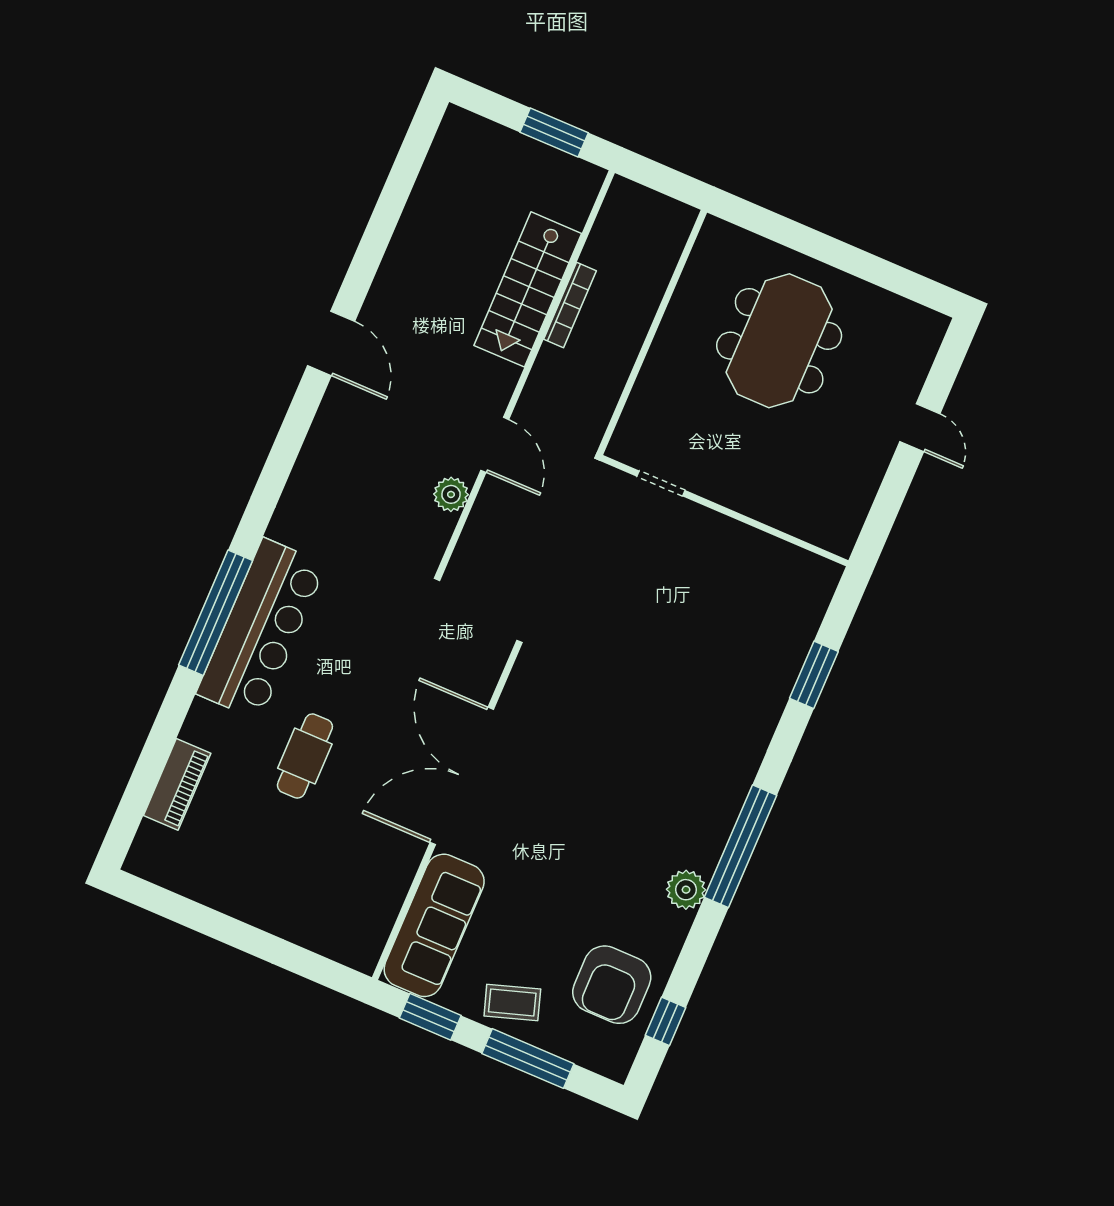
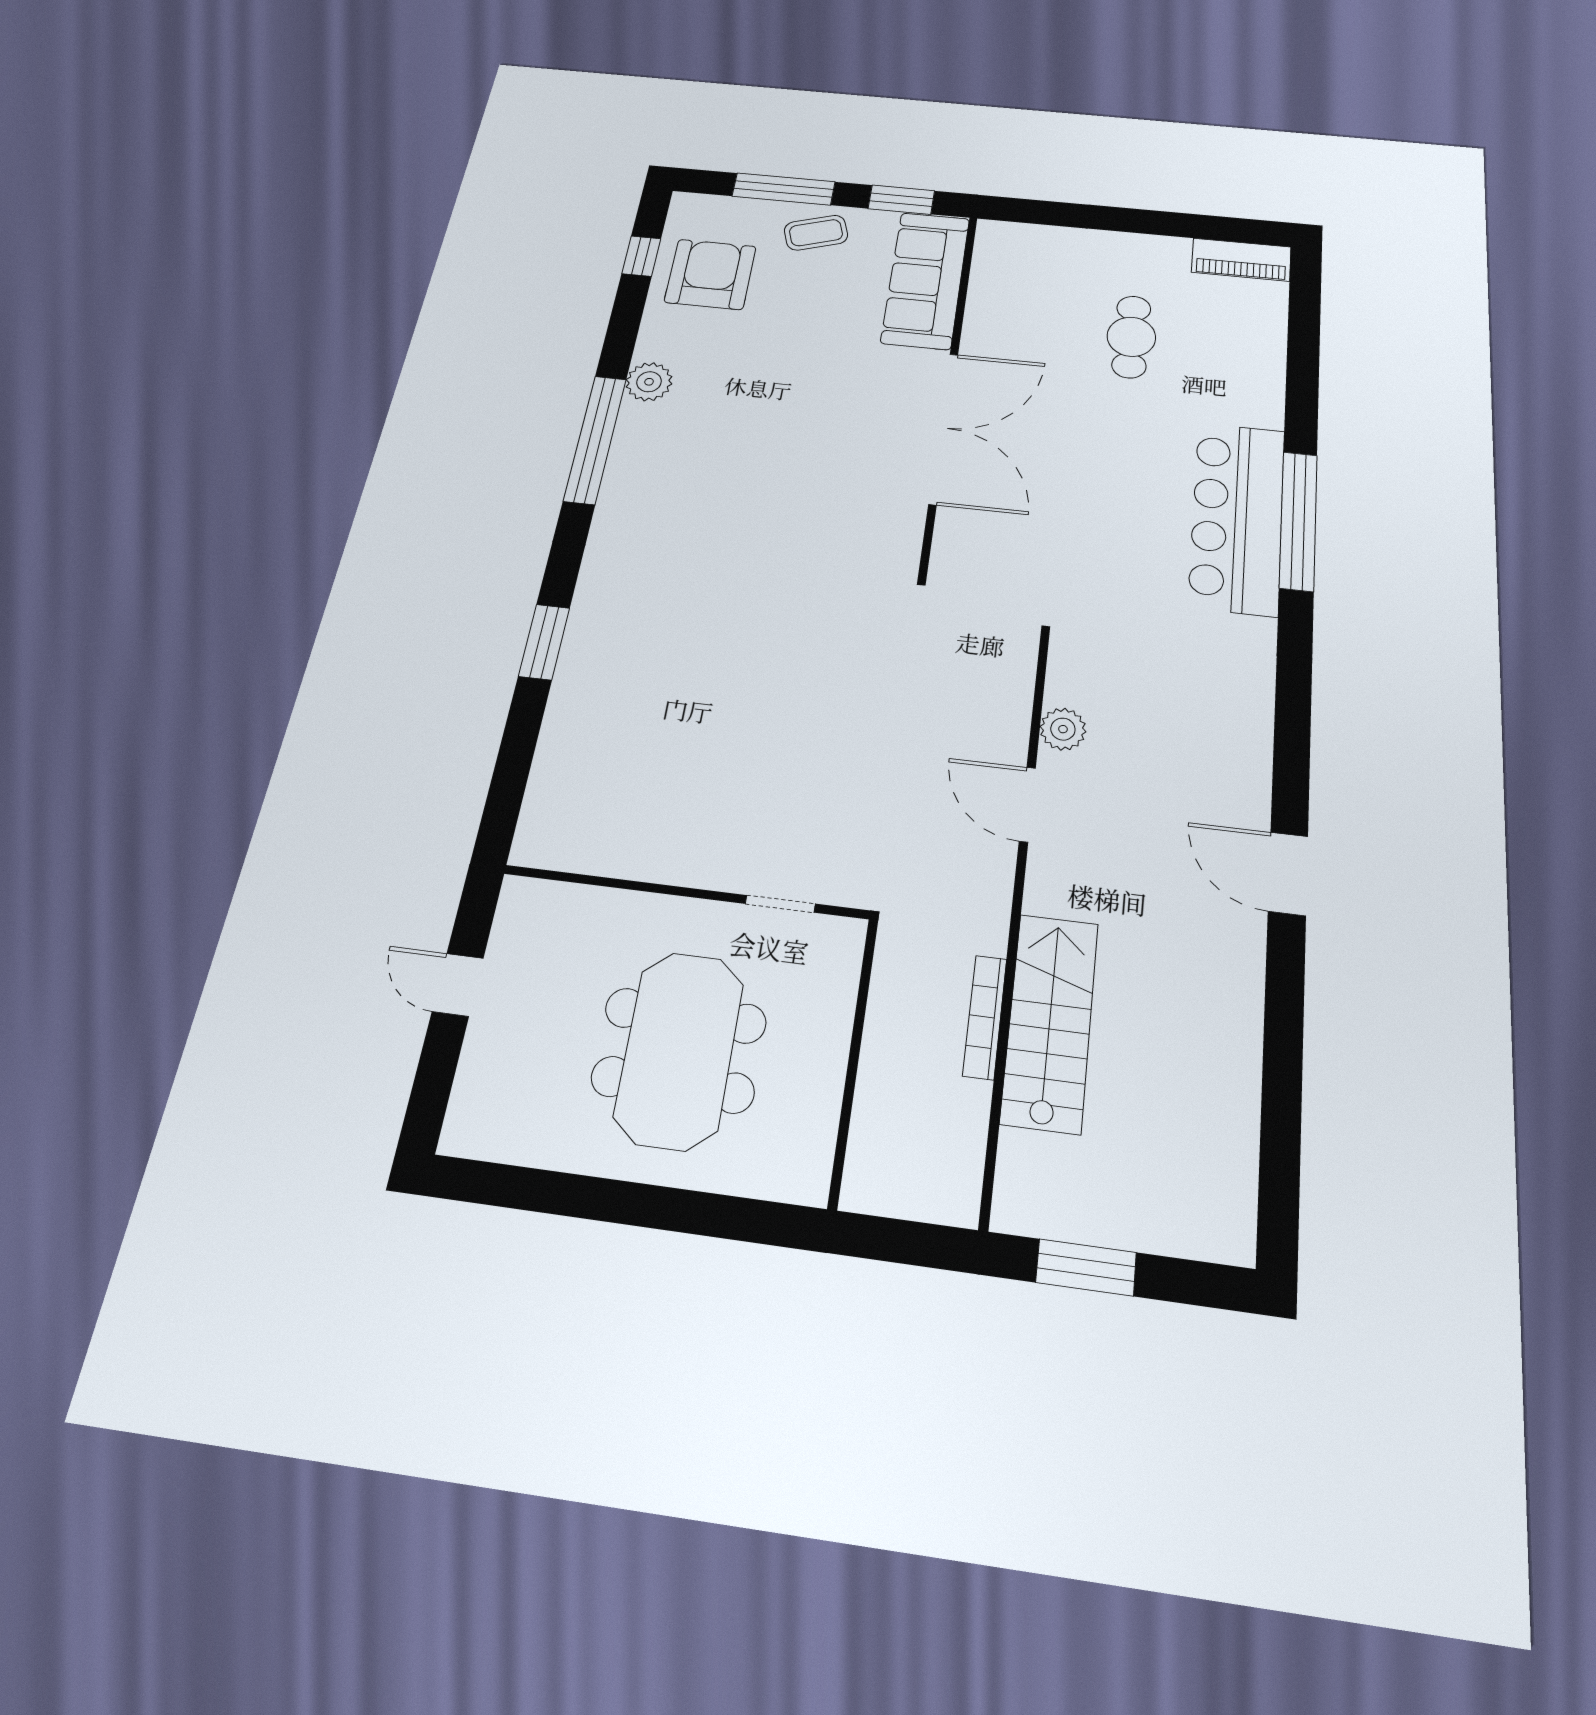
doorway: (661, 483) -> (780, 904), moved
wall: (724, 511) -> (686, 892), moved
cafe table: (305, 756) -> (1131, 337), moved
piano: (177, 784) -> (1241, 260), moved, turned -90

